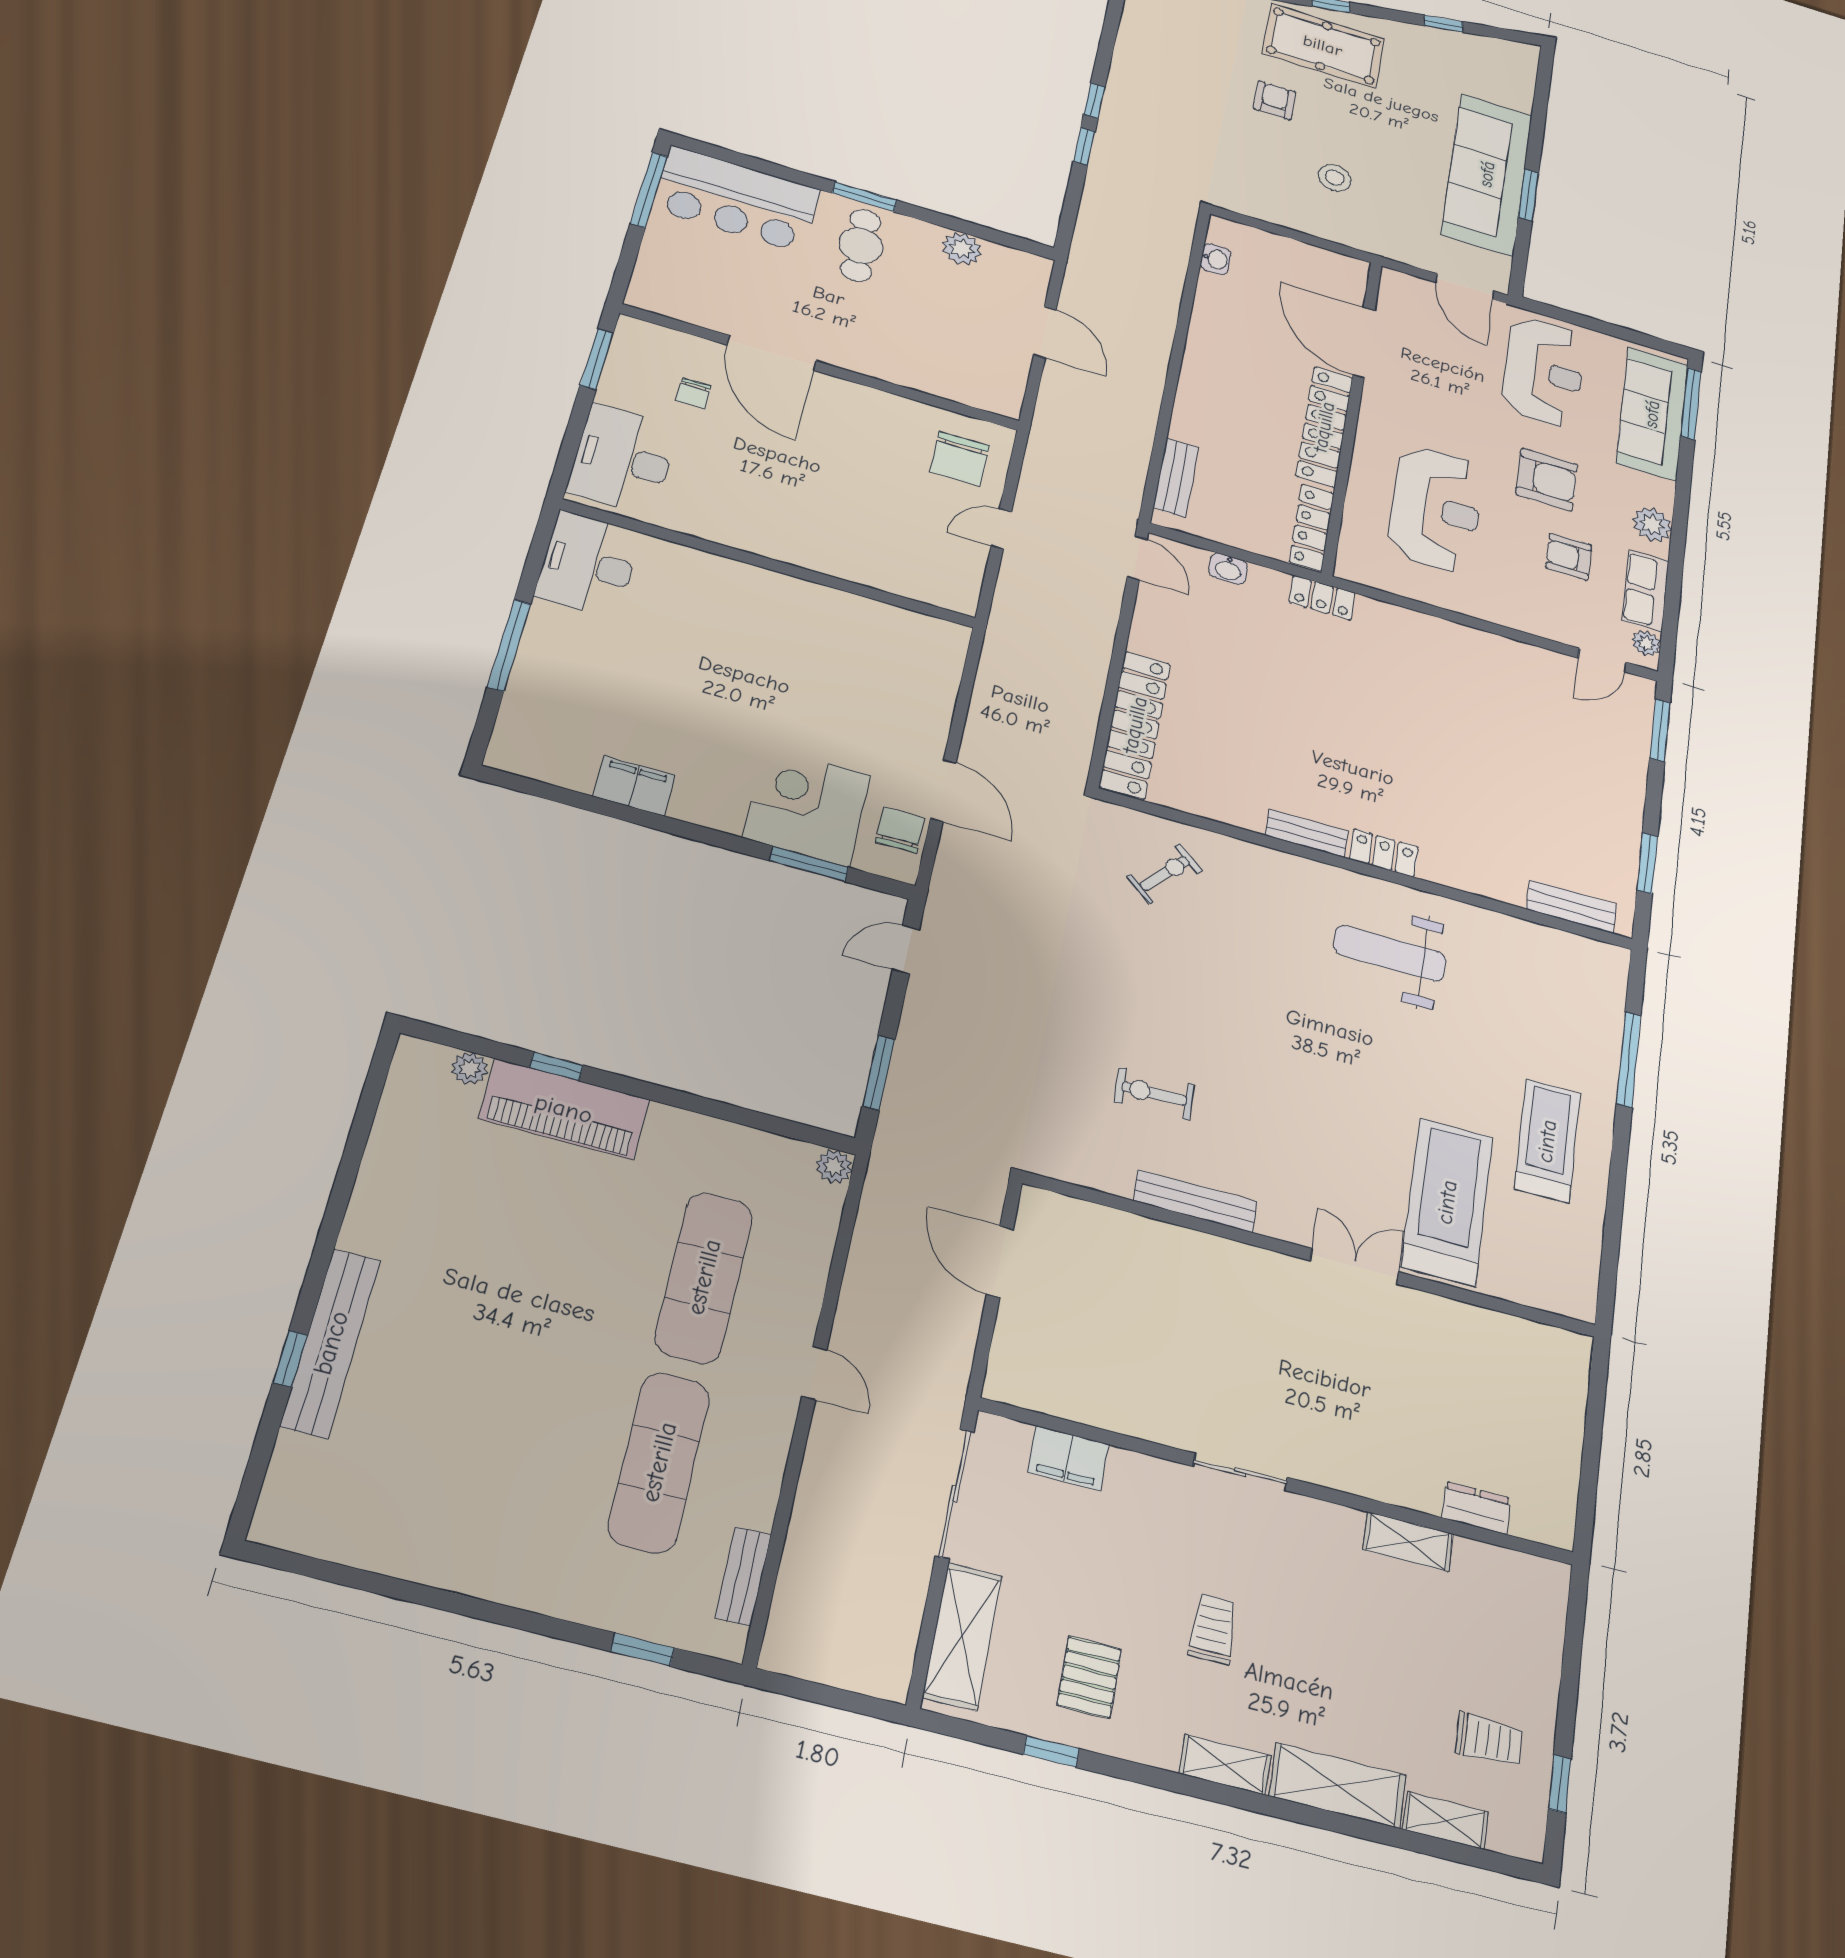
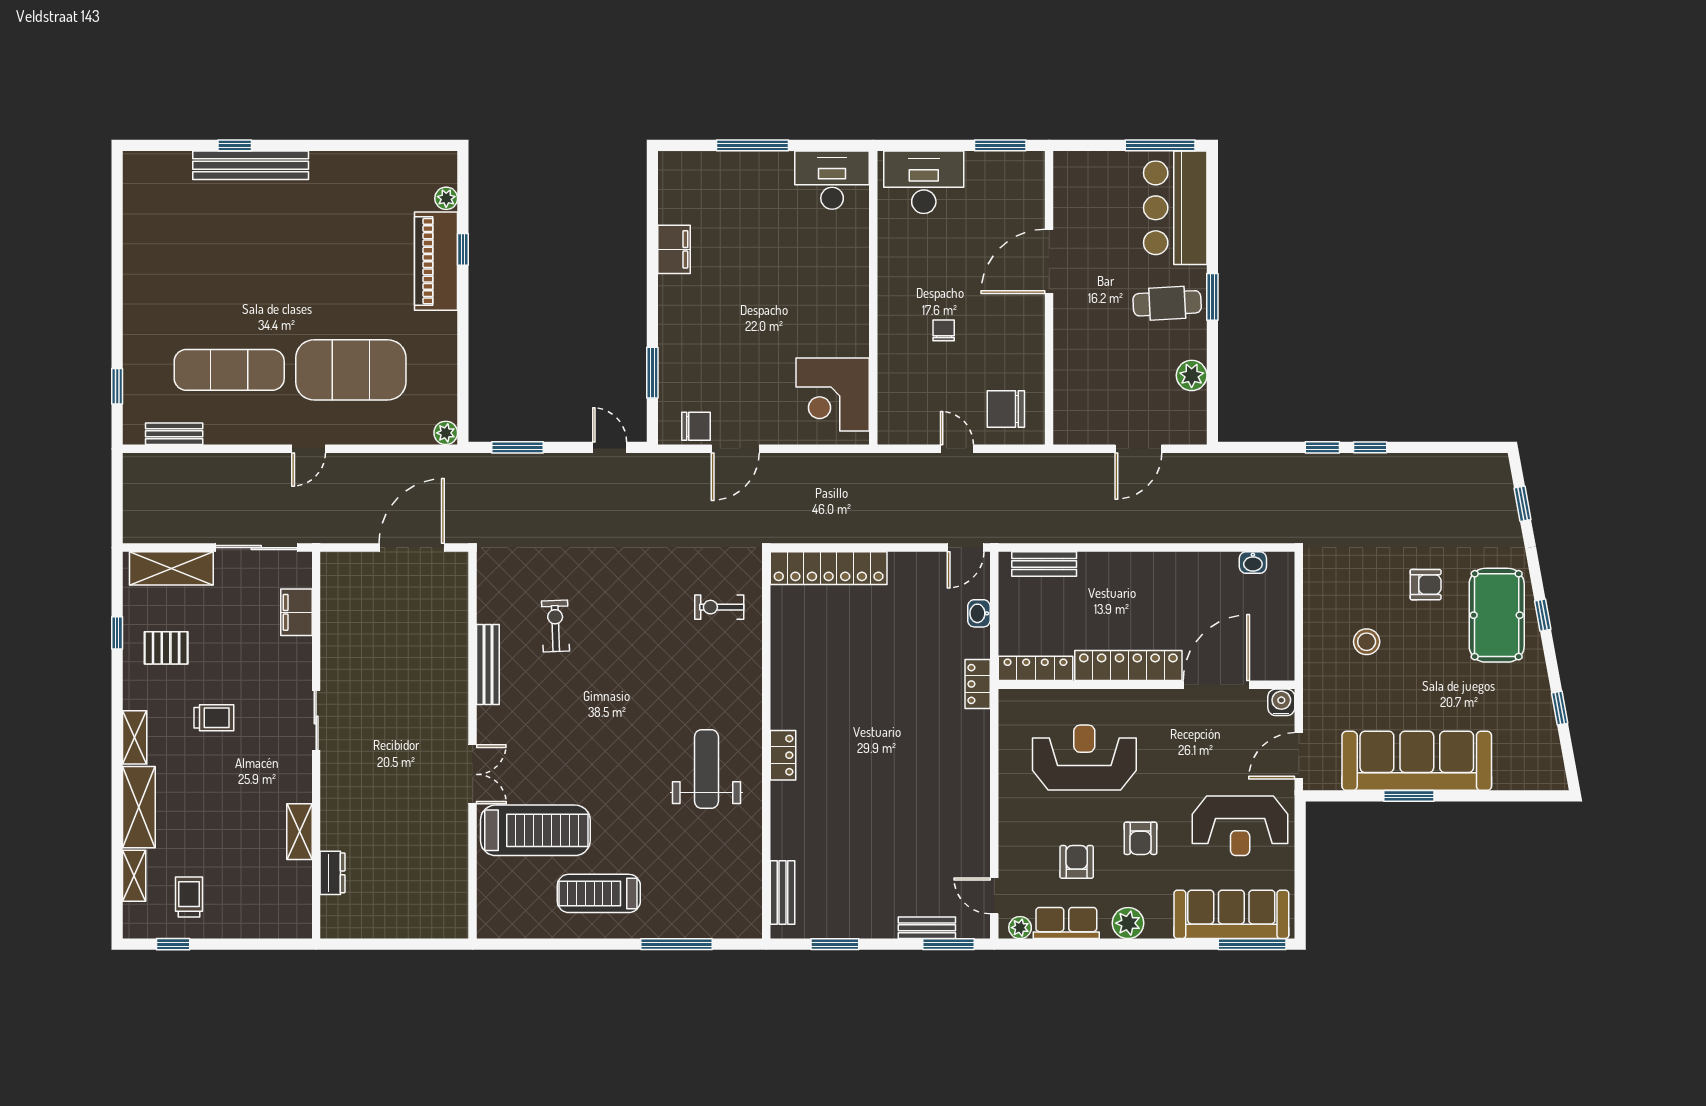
water cooler: (1396, 284) -> (1281, 702), added
chair: (694, 393) -> (944, 330), moved, turned 90
armchair: (1547, 479) -> (1140, 838), width x0.72, depth x0.72
reception desk: (1436, 509) -> (1084, 758), turned 180
corner desk: (807, 806) -> (833, 395), moved, turned 180
bench: (1307, 833) -> (927, 928), moved, turned 90
exercise bike: (1165, 874) -> (719, 607), turned 139
treadmill: (1547, 1141) -> (599, 893), turned 180
door: (1000, 1262) -> (412, 548), width x1.36
exercise mat: (704, 1277) -> (351, 370), width x1.47
trolley: (1489, 1740) -> (189, 897), turned 180

